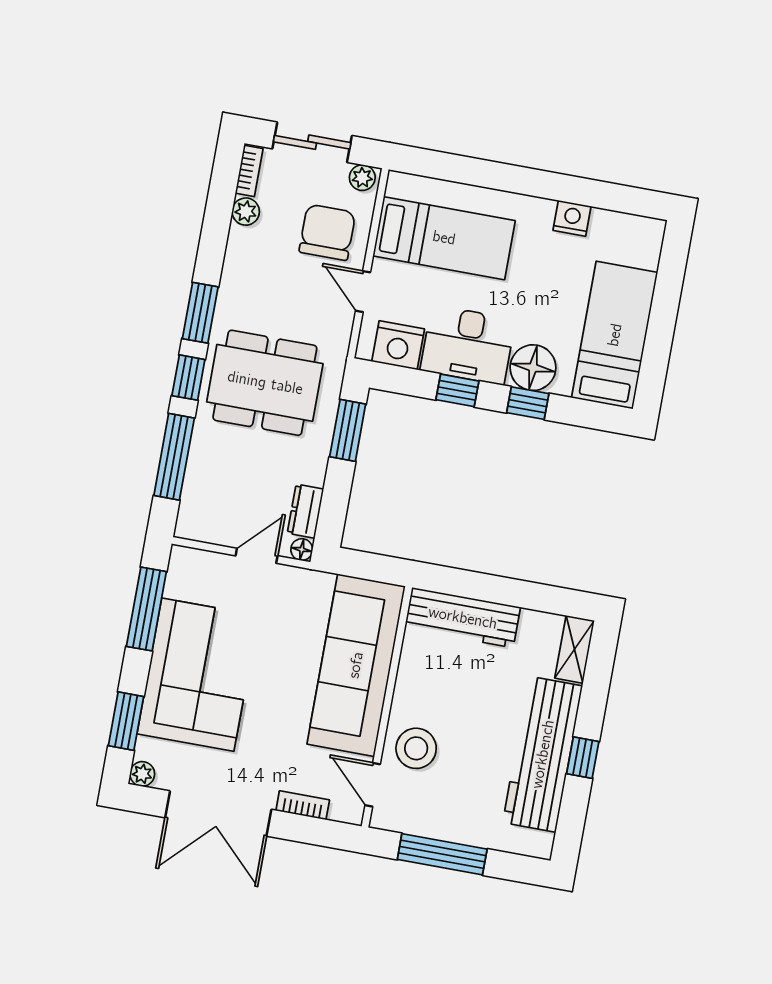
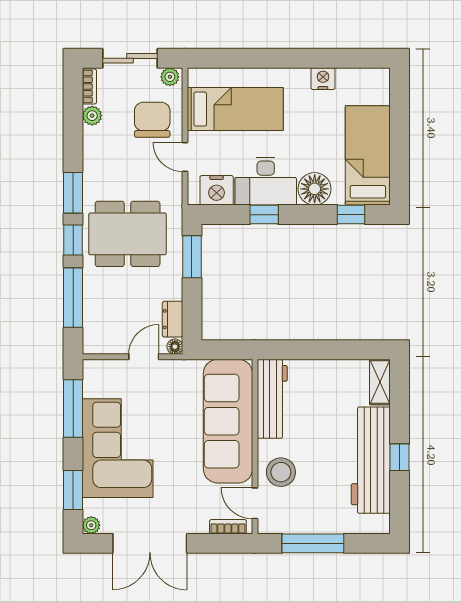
window: (528, 403) -> (351, 215), moved
workbench: (463, 618) -> (272, 399), moved, turned -90
bookcase: (303, 805) -> (228, 527), moved

